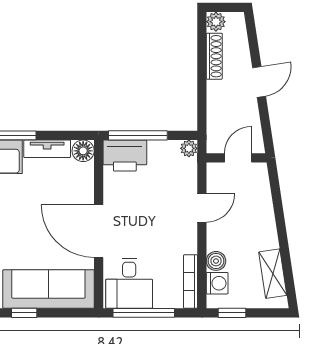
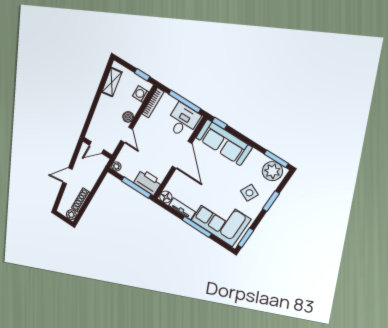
door: (202, 208) -> (127, 135), swing flipped
boiler: (216, 261) -> (128, 117), moved
window: (24, 313) -> (220, 123), moved

